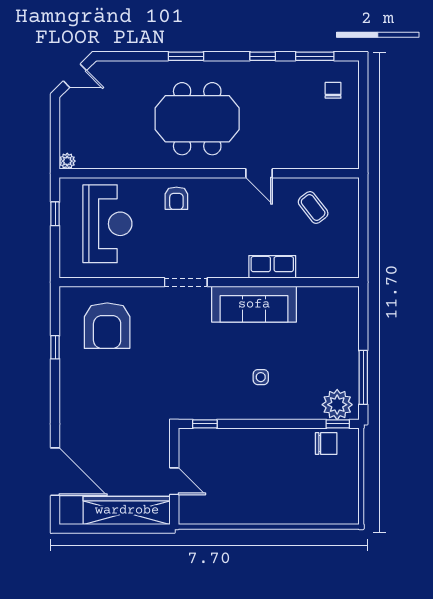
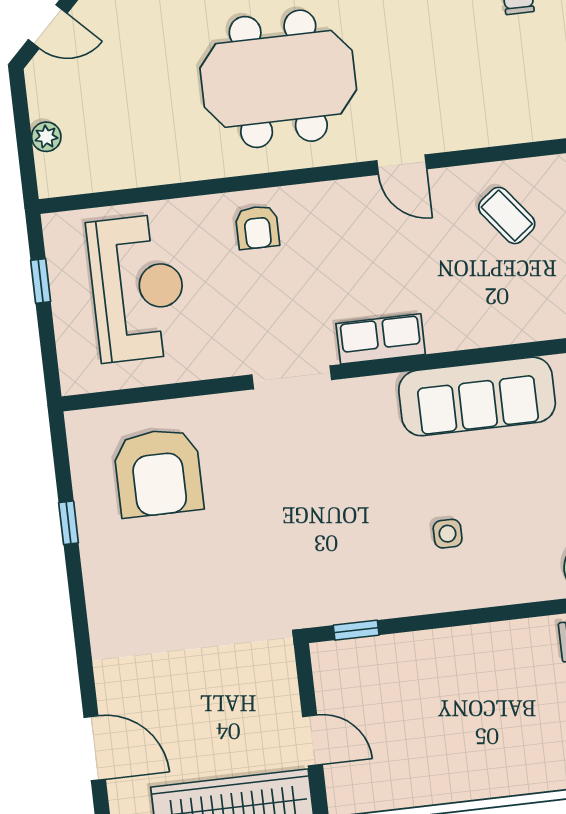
plant: (67, 161) -> (46, 137), moved
row of seats: (272, 267) -> (381, 339), moved
sofa: (254, 304) -> (477, 396), moved
door: (55, 472) -> (95, 748), width x0.73

